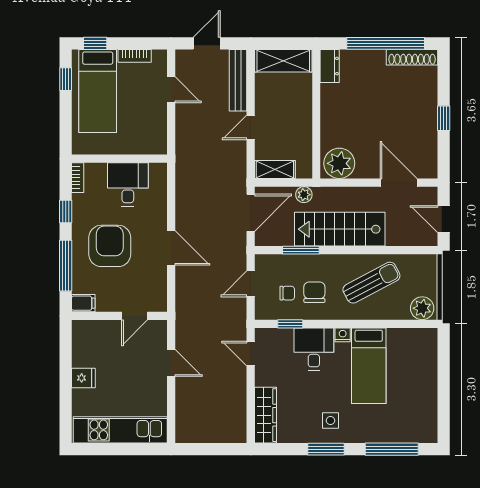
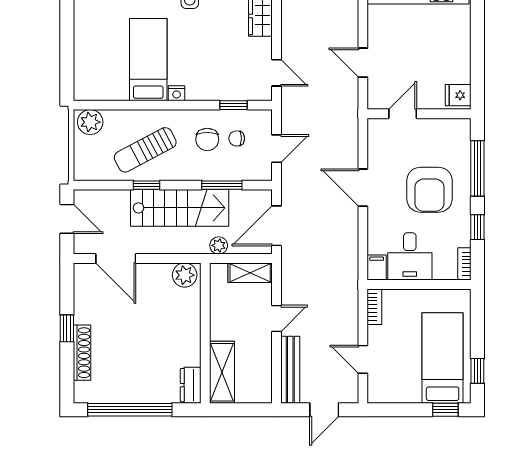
bookcase: (135, 56) -> (374, 307), moved, turned 90
shoe rack: (412, 57) -> (82, 353), moved, turned 90
shelving: (283, 61) -> (222, 372), moved, turned 90
plant: (339, 163) -> (185, 275), width x0.73, depth x0.73
window: (370, 250) -> (147, 185), added
filing cabinet: (83, 303) -> (377, 268), moved, turned 90
desk: (314, 349) -> (208, 78), removed
fridge: (83, 378) -> (458, 95), moved

